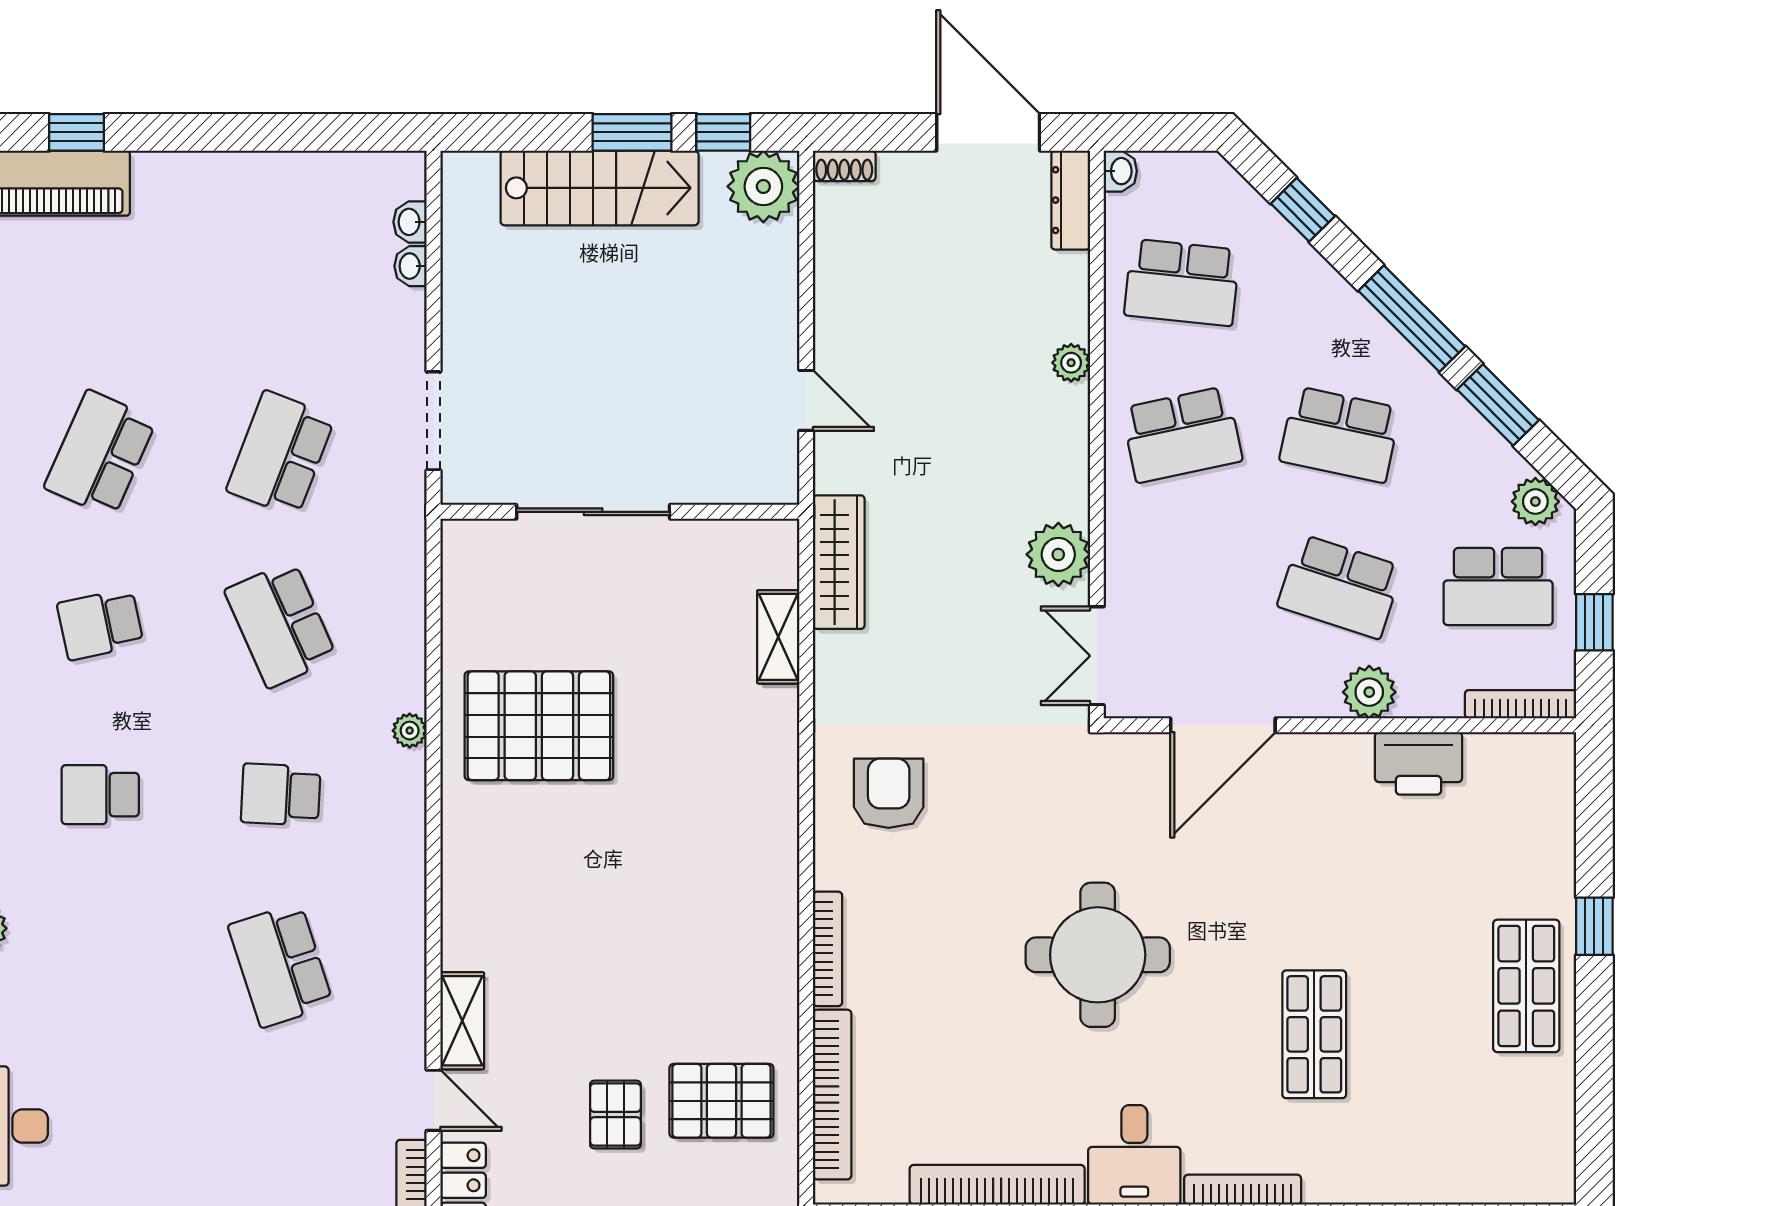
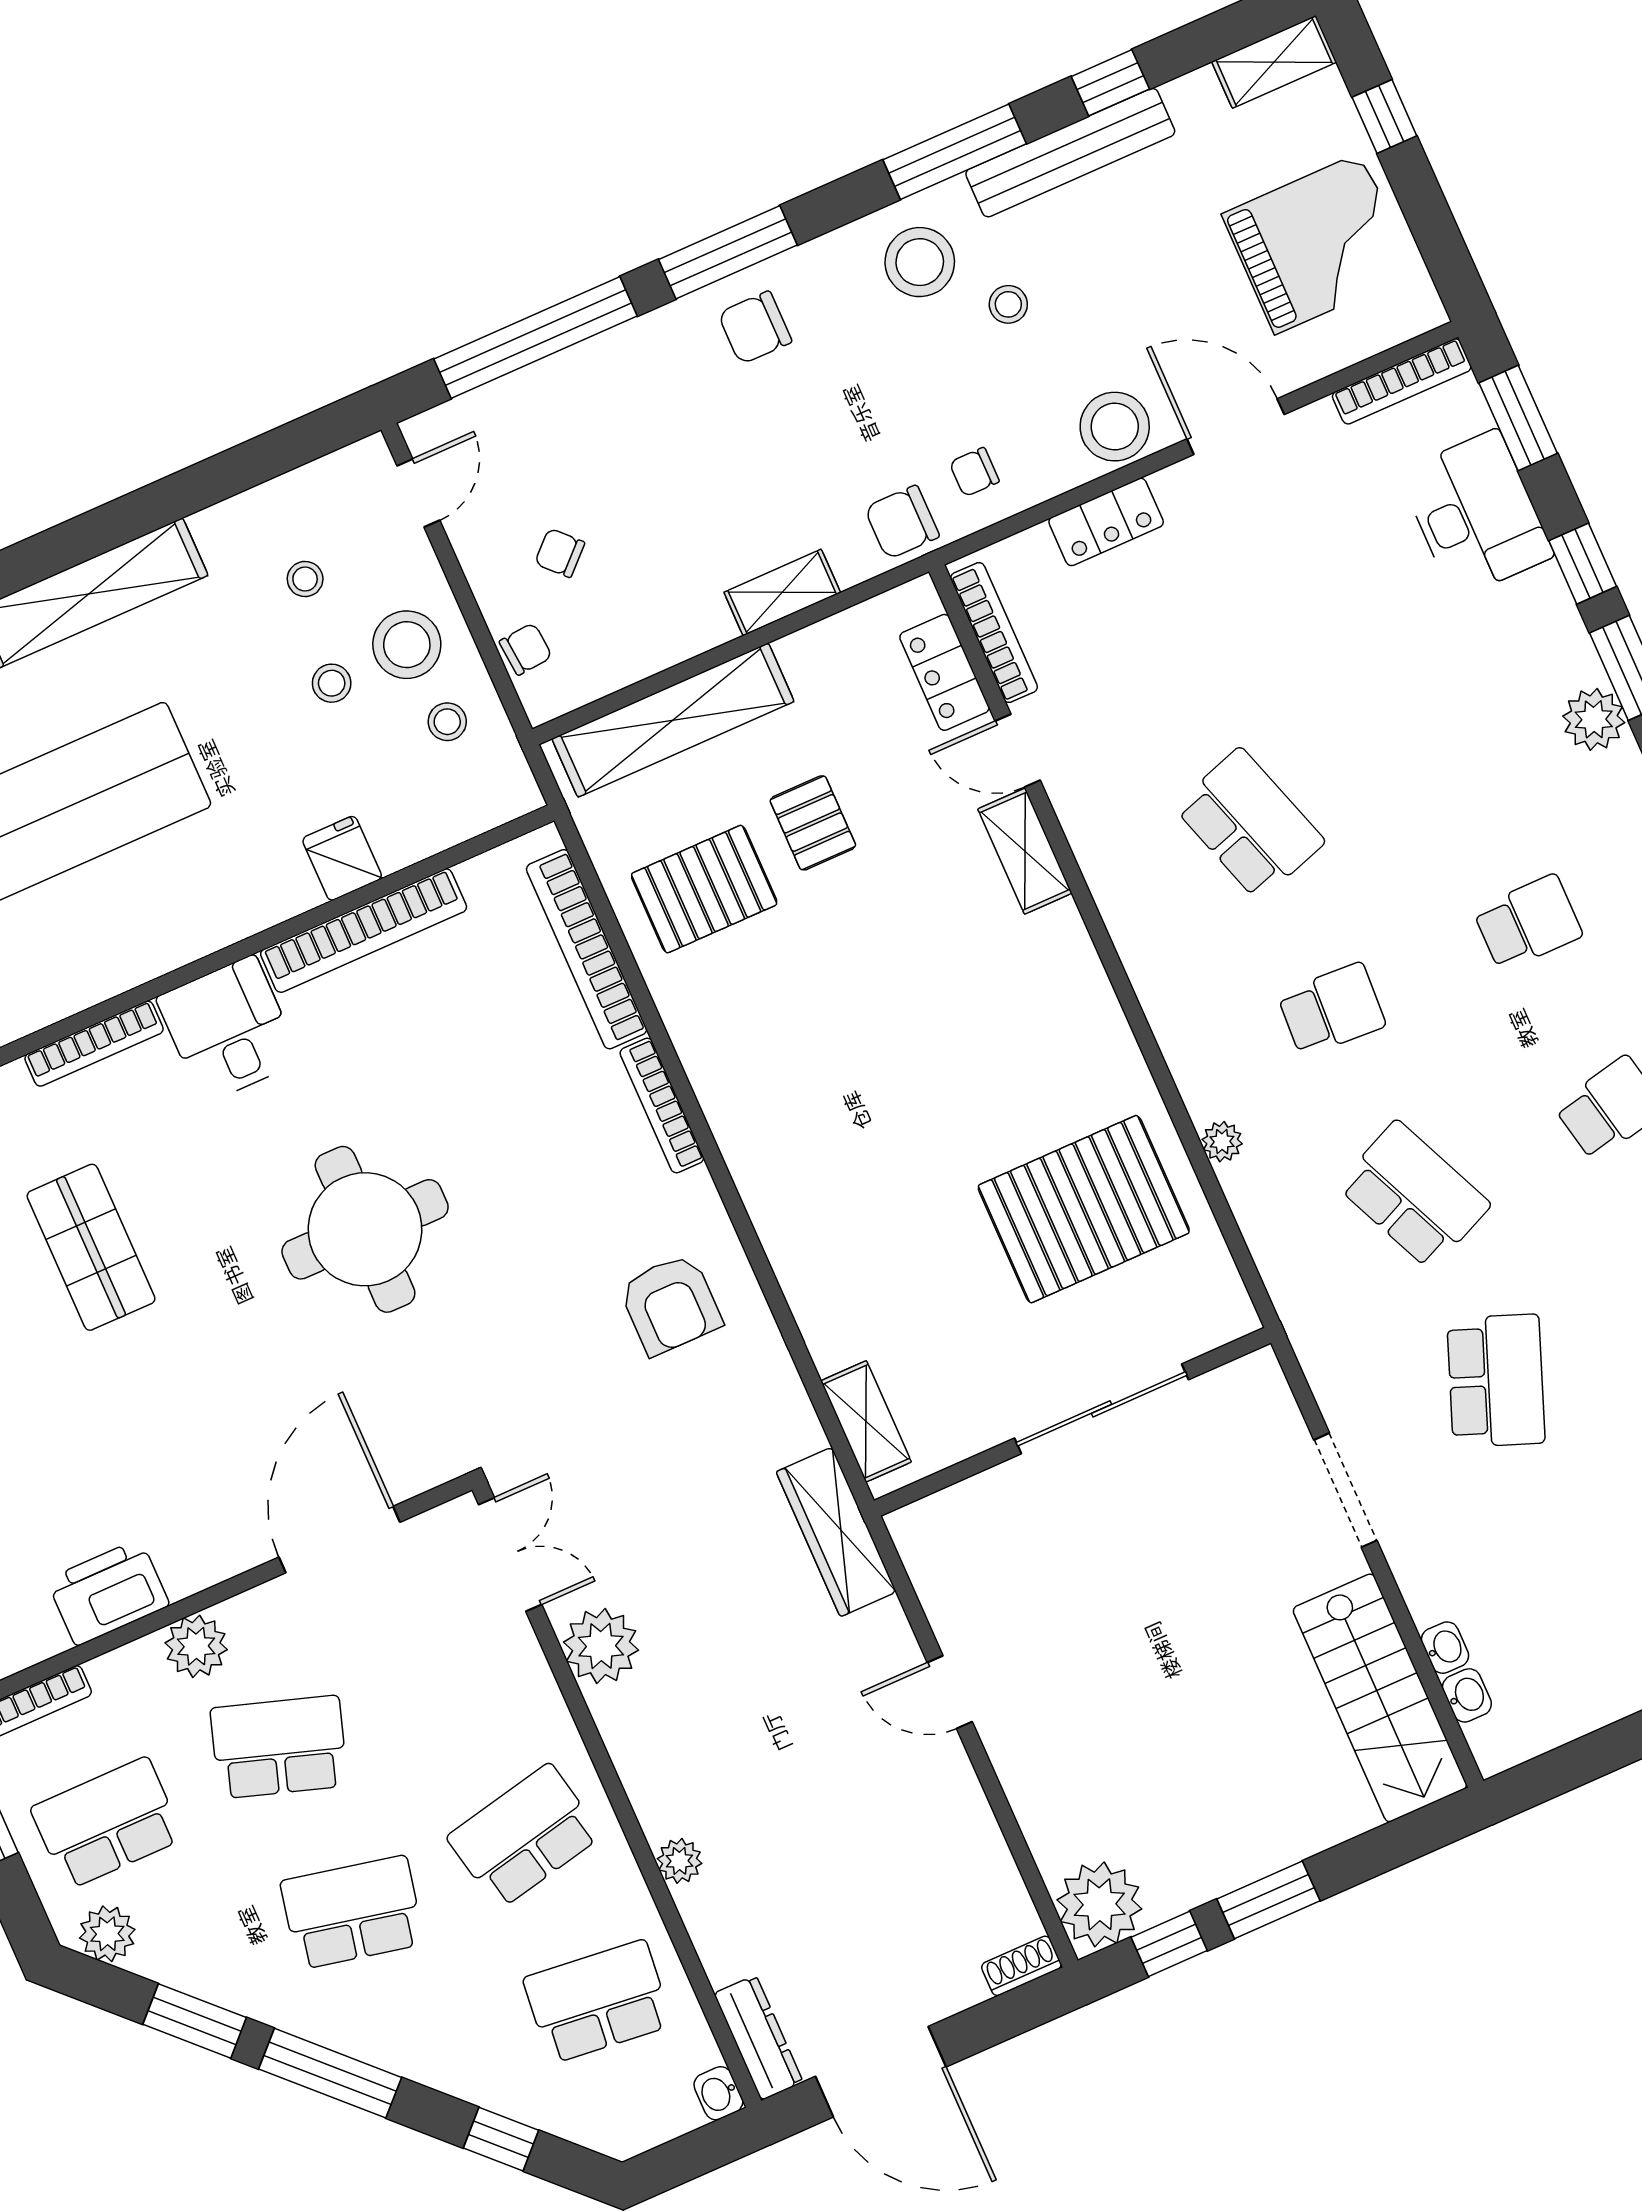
stairs: (600, 188) -> (1380, 1698), moved, turned -90
sliding door: (593, 512) -> (1102, 1409), moved
wall: (620, 512) -> (1073, 1422), moved

